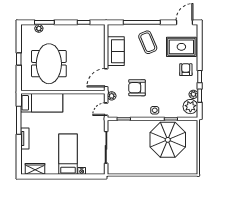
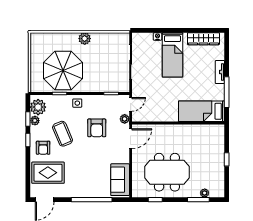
coffee table: (148, 42) -> (63, 134), moved
sofa: (116, 51) -> (120, 180), moved
meeting table: (49, 64) -> (167, 172), moved, turned 90
armchair: (137, 88) -> (97, 128), turned 90
wardrobe: (35, 169) -> (203, 39), width x1.50
plant: (148, 169) -> (85, 39), added

